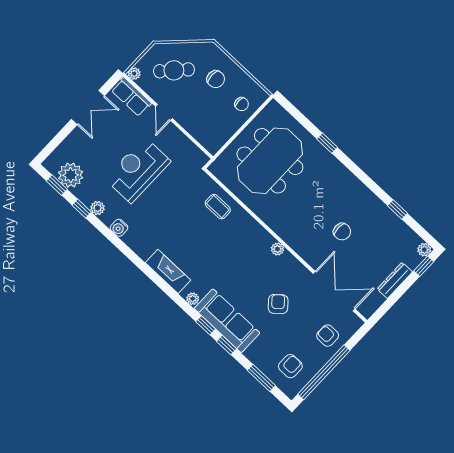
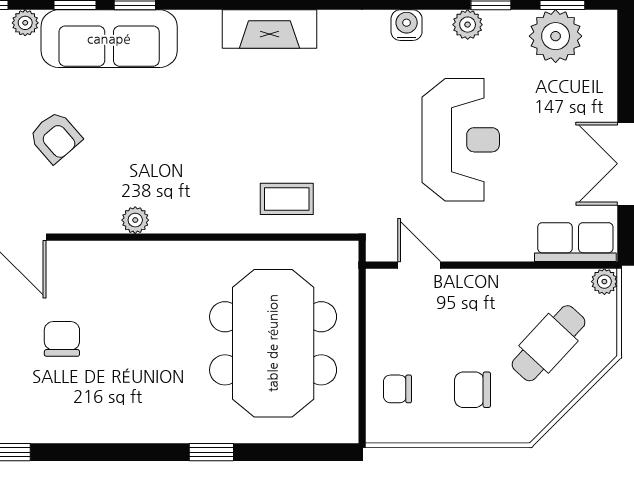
door: (164, 112) -> (419, 265), moved
chair: (342, 232) -> (62, 339), turned 90
plant: (193, 299) -> (25, 23), moved

